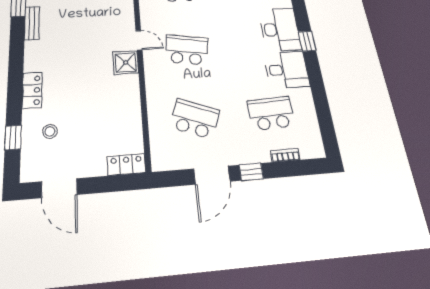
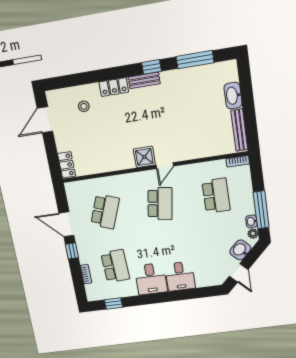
bench: (32, 23) -> (144, 80), moved
desk: (280, 29) -> (180, 276), width x0.73
window: (307, 41) -> (114, 303), moved
window: (13, 137) -> (151, 67), moved

